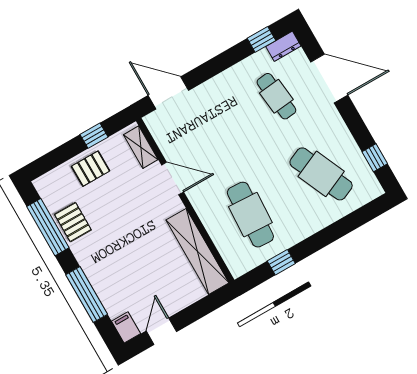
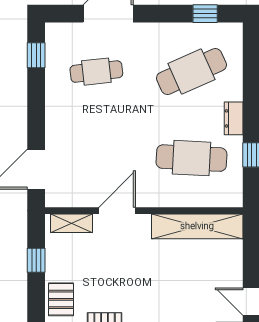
dresser: (283, 46) -> (234, 118), moved, turned 180
pallet: (90, 169) -> (61, 299), moved

